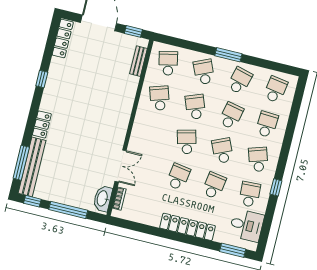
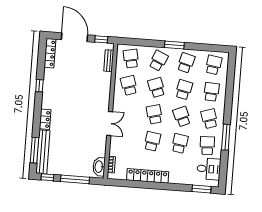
school desk: (204, 72) -> (158, 61), turned 48
double door: (121, 166) -> (110, 123), moved
window: (276, 187) -> (226, 137), width x2.17
locker: (187, 227) -> (148, 176), moved

